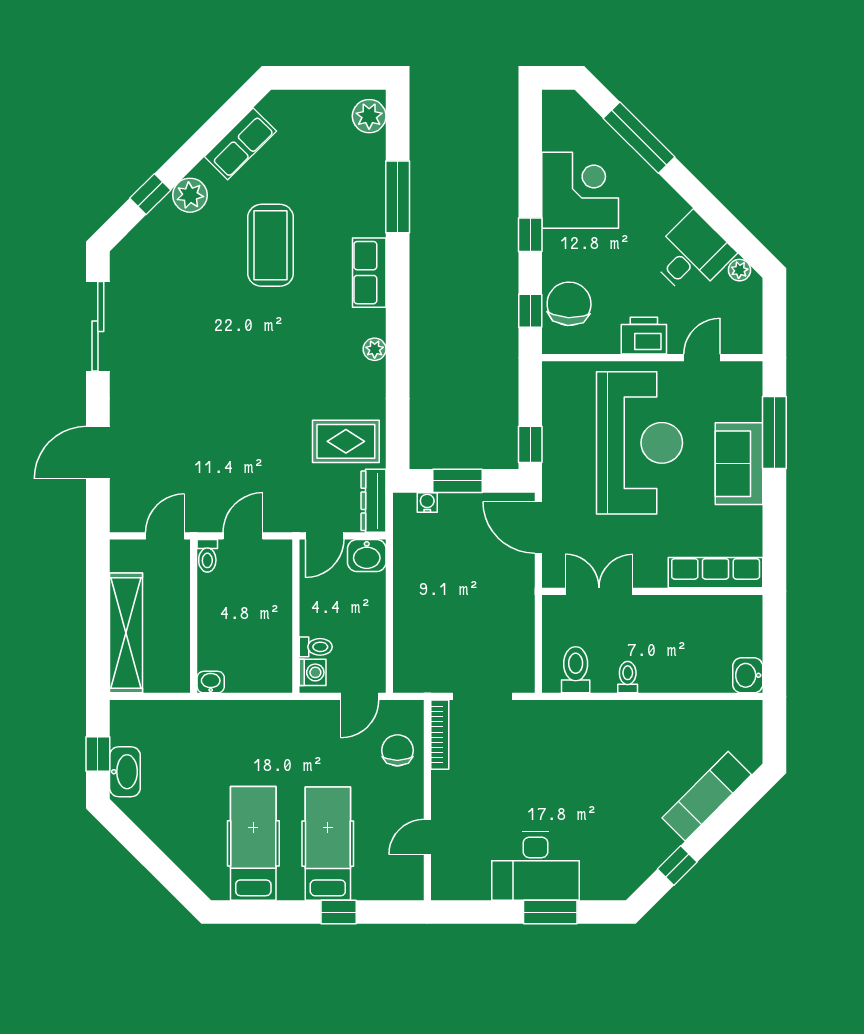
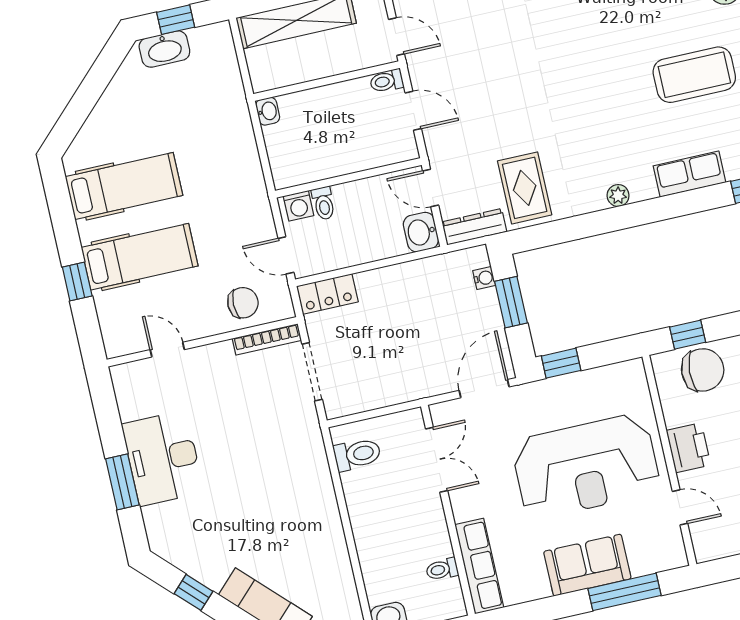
locker: (408, 664) -> (327, 294), added
toilet: (628, 677) -> (442, 569), moved, turned 180

